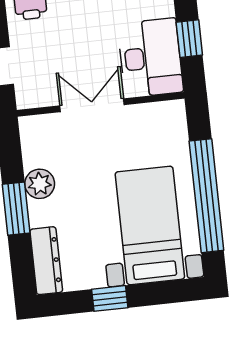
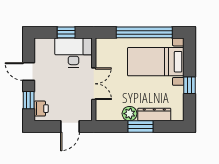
double door: (92, 105) -> (94, 84), swing flipped
dresser: (46, 261) -> (154, 114), moved

